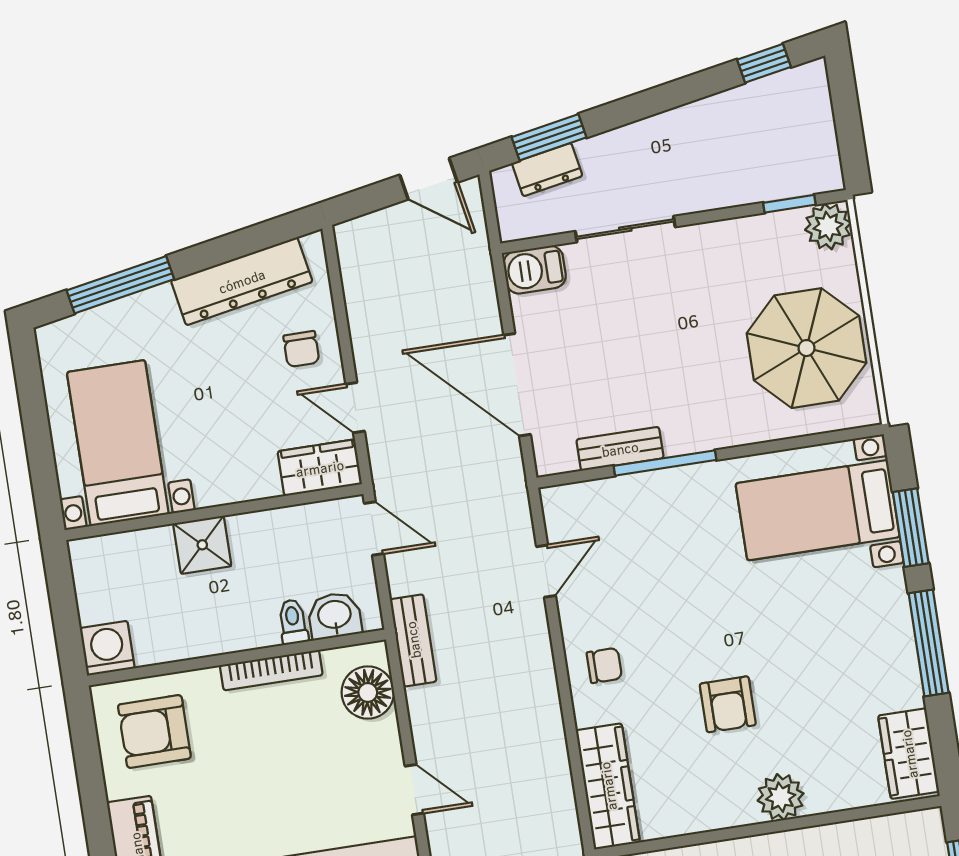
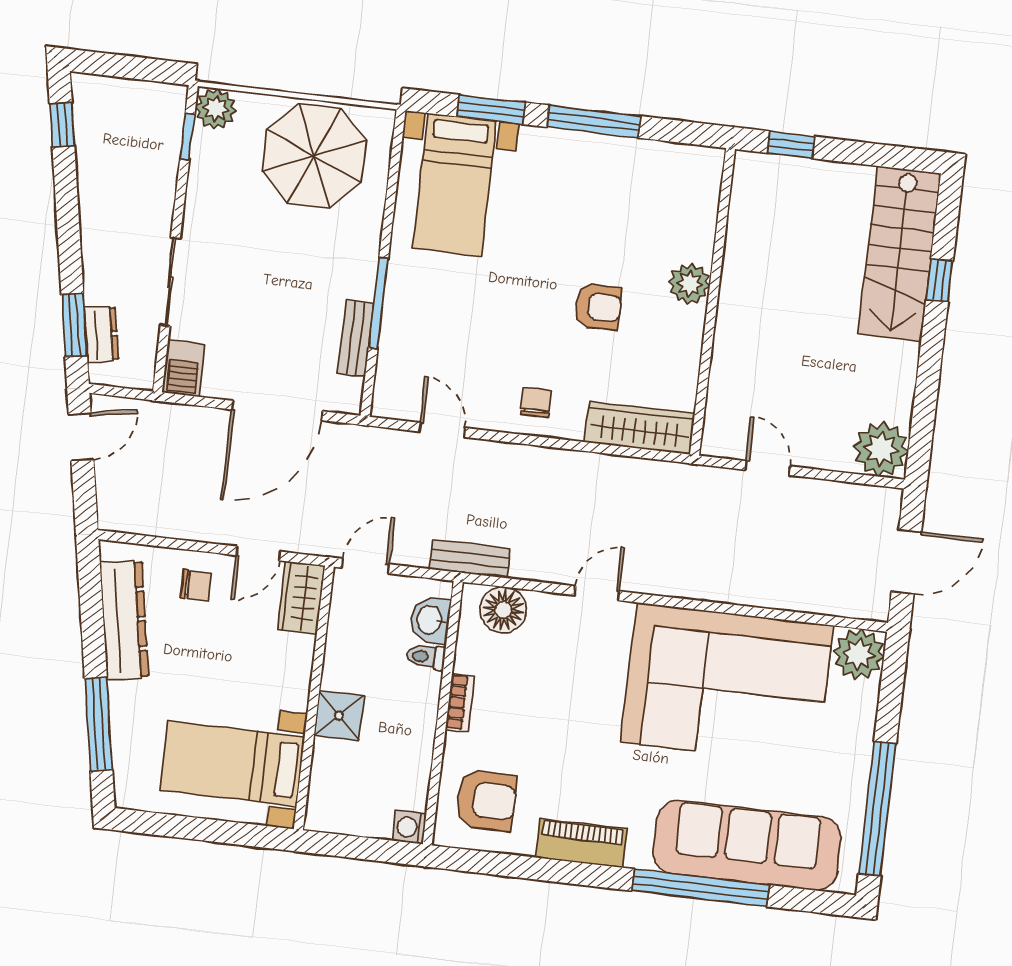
washing machine: (107, 648) -> (409, 827), width x0.73, depth x0.73
bookcase: (271, 670) -> (460, 702), width x0.64
armchair: (154, 731) -> (486, 800), turned -90
wardrobe: (909, 754) -> (683, 165), removed

